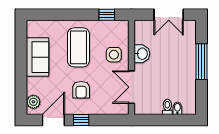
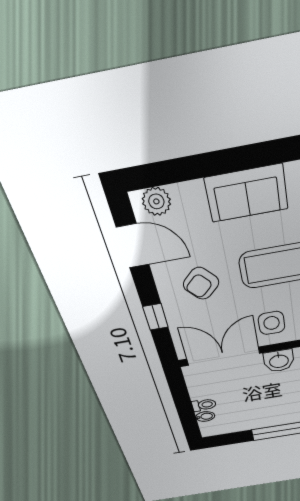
double door: (131, 87) -> (223, 356), width x1.37
armchair: (81, 90) -> (201, 283), turned -43
window: (81, 120) -> (156, 317), moved

